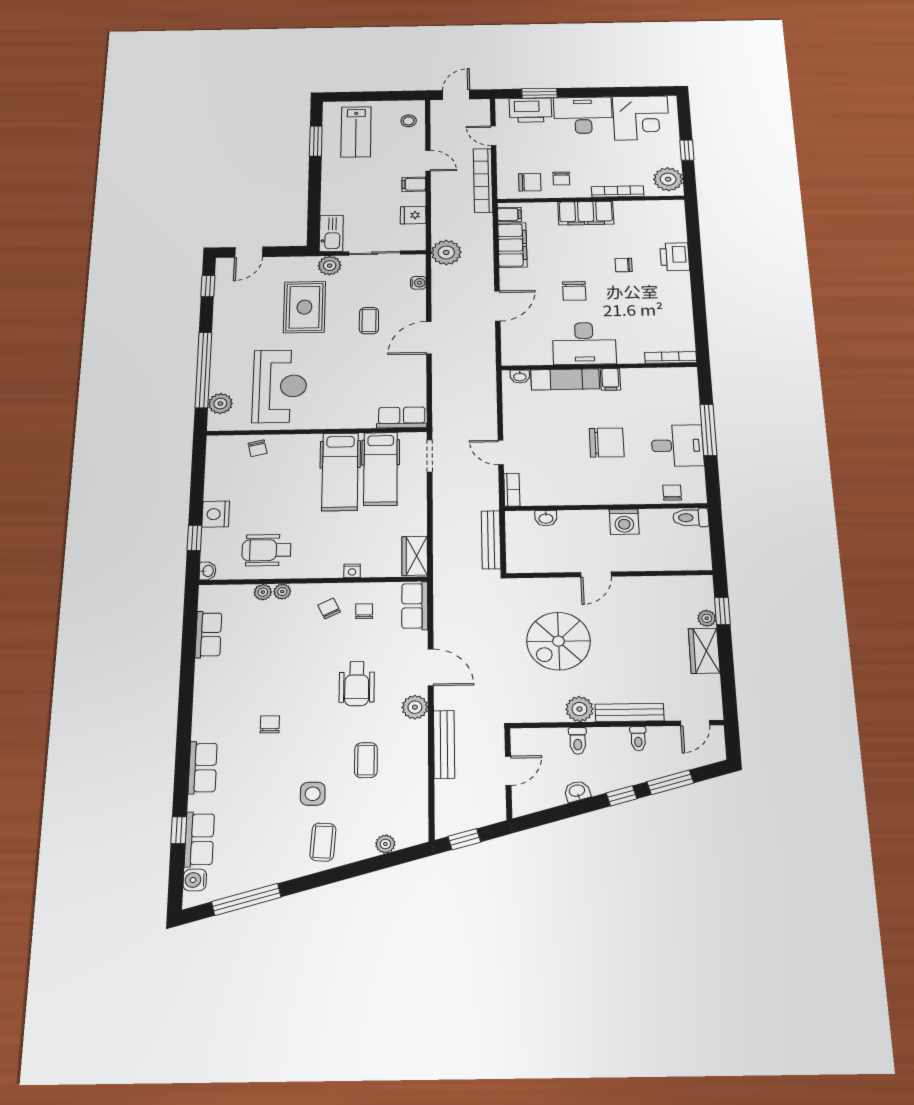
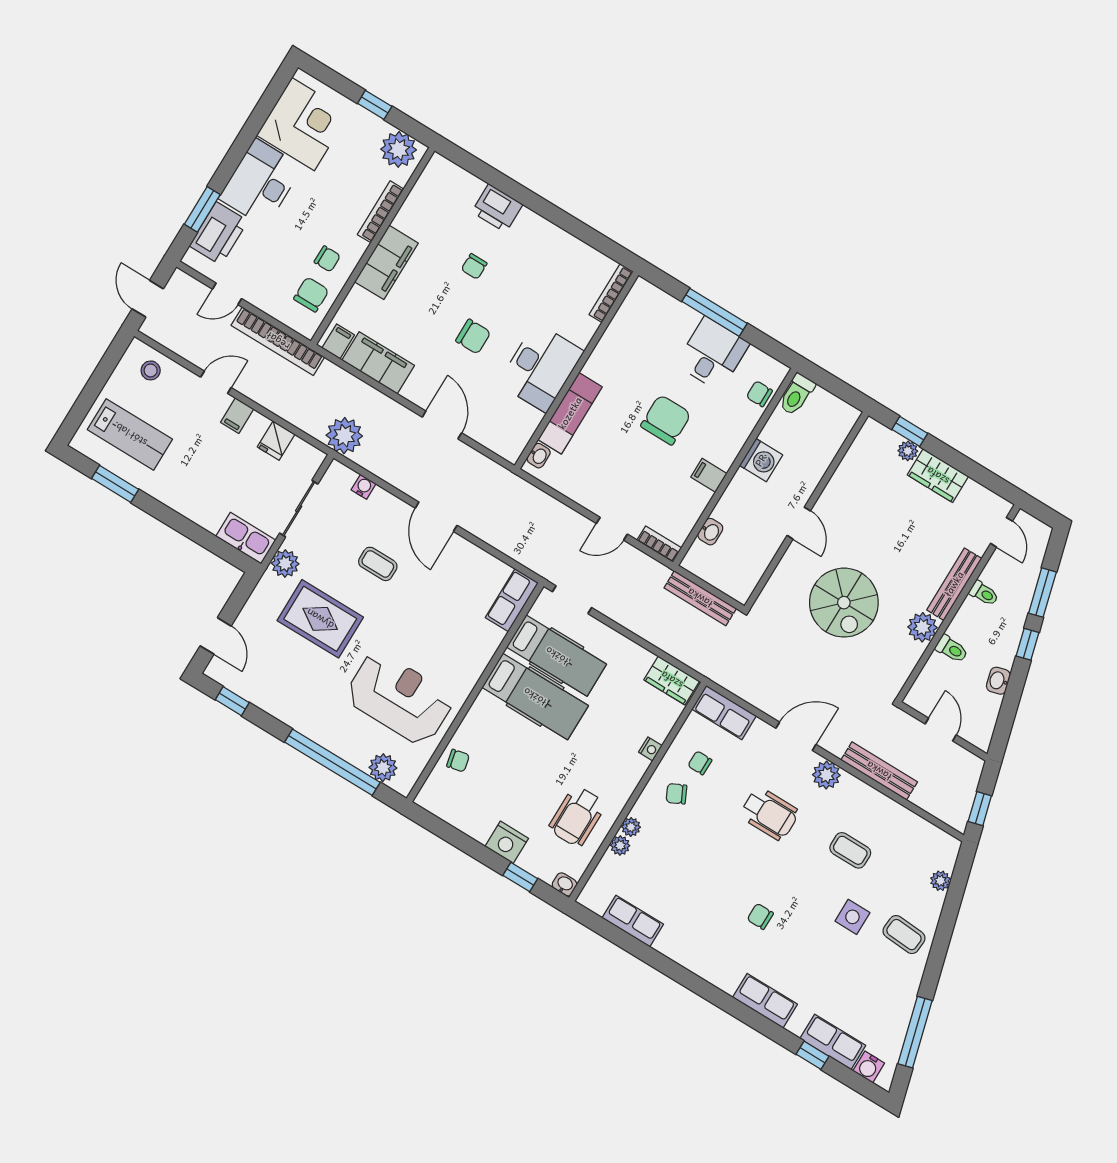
filing cabinet: (610, 379) -> (709, 475), moved, turned 180

